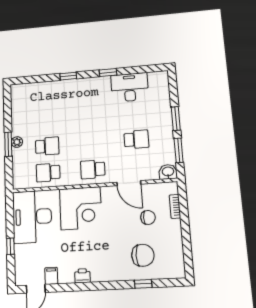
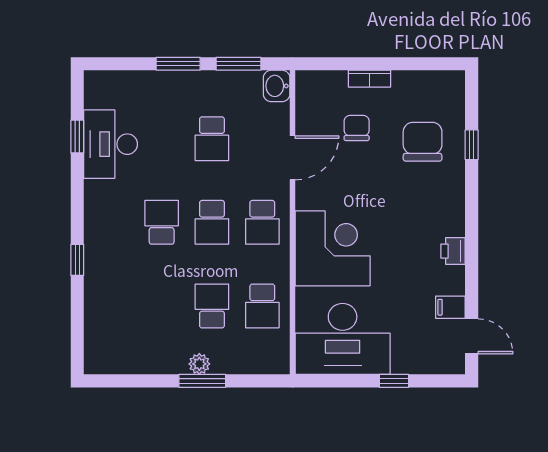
window: (108, 73) -> (77, 137), moved
school desk: (90, 117) -> (162, 222), added
school desk: (136, 139) -> (212, 139), turned 180
school desk: (91, 143) -> (212, 222), added
bookcase: (175, 206) -> (369, 79), moved

